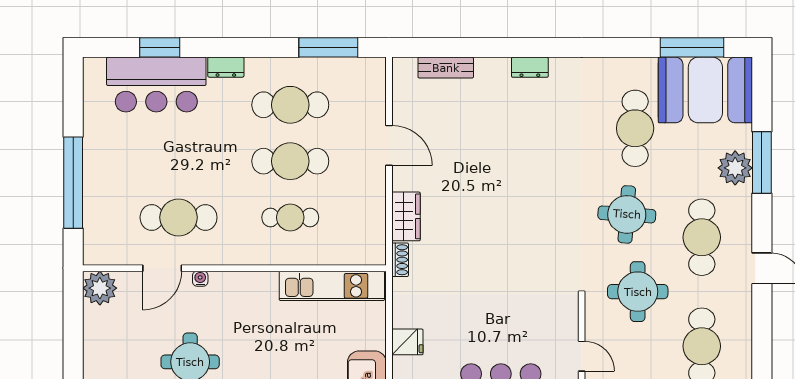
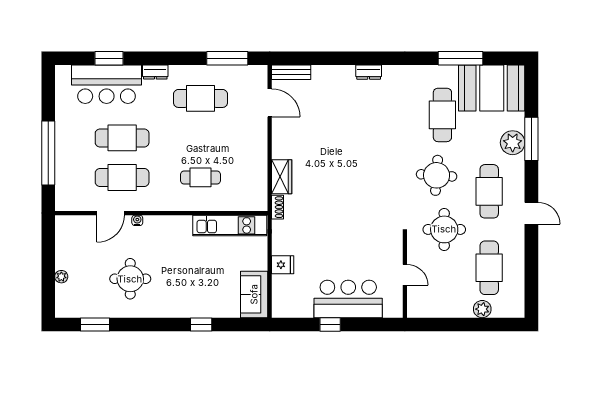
window: (692, 47) -> (460, 58), moved
bench: (446, 68) -> (291, 72), moved
door: (389, 145) -> (270, 103), moved
cafe table: (290, 161) -> (122, 138), moved
plant: (100, 288) -> (61, 277), moved, width x0.53, depth x0.53

